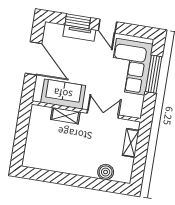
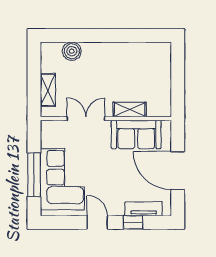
window: (78, 21) -> (133, 222), width x0.67
tv unit: (79, 33) -> (144, 209), moved
double door: (103, 114) -> (86, 119), swing flipped

